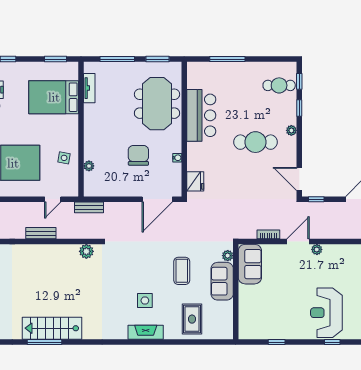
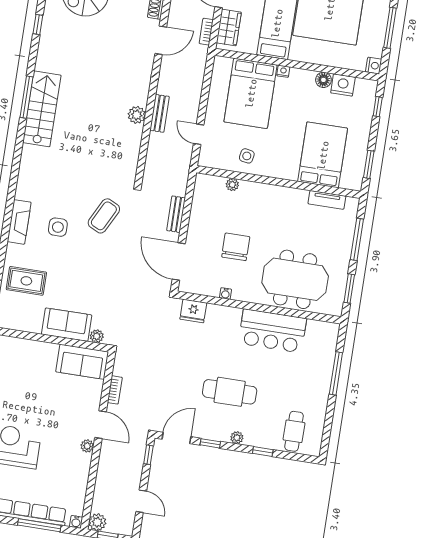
window: (299, 81) -> (210, 443), moved
cafe table: (255, 142) -> (230, 392), turned 90
chair: (138, 155) -> (236, 247), turned -90
bench: (89, 207) -> (176, 214), moved
plant: (86, 251) -> (137, 115), moved
coffee table: (182, 271) -> (104, 216), moved, turned -63

